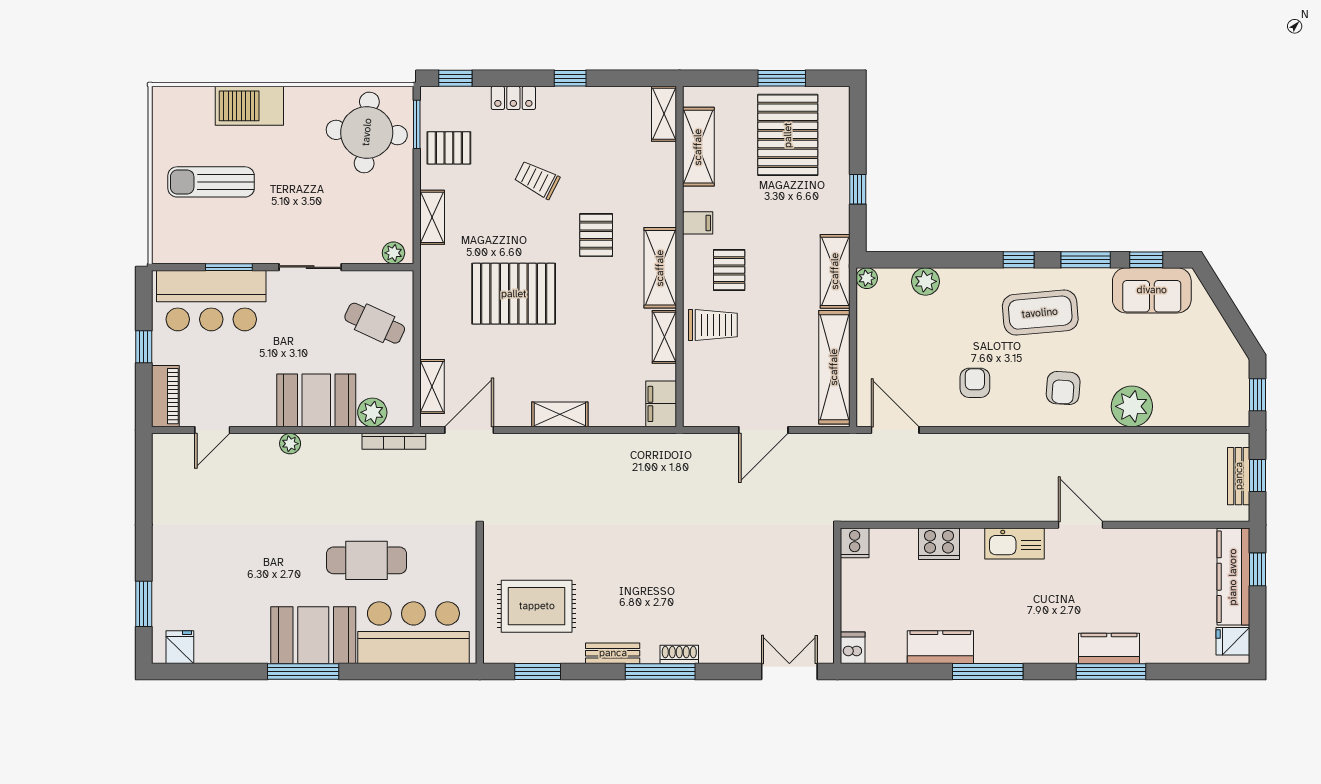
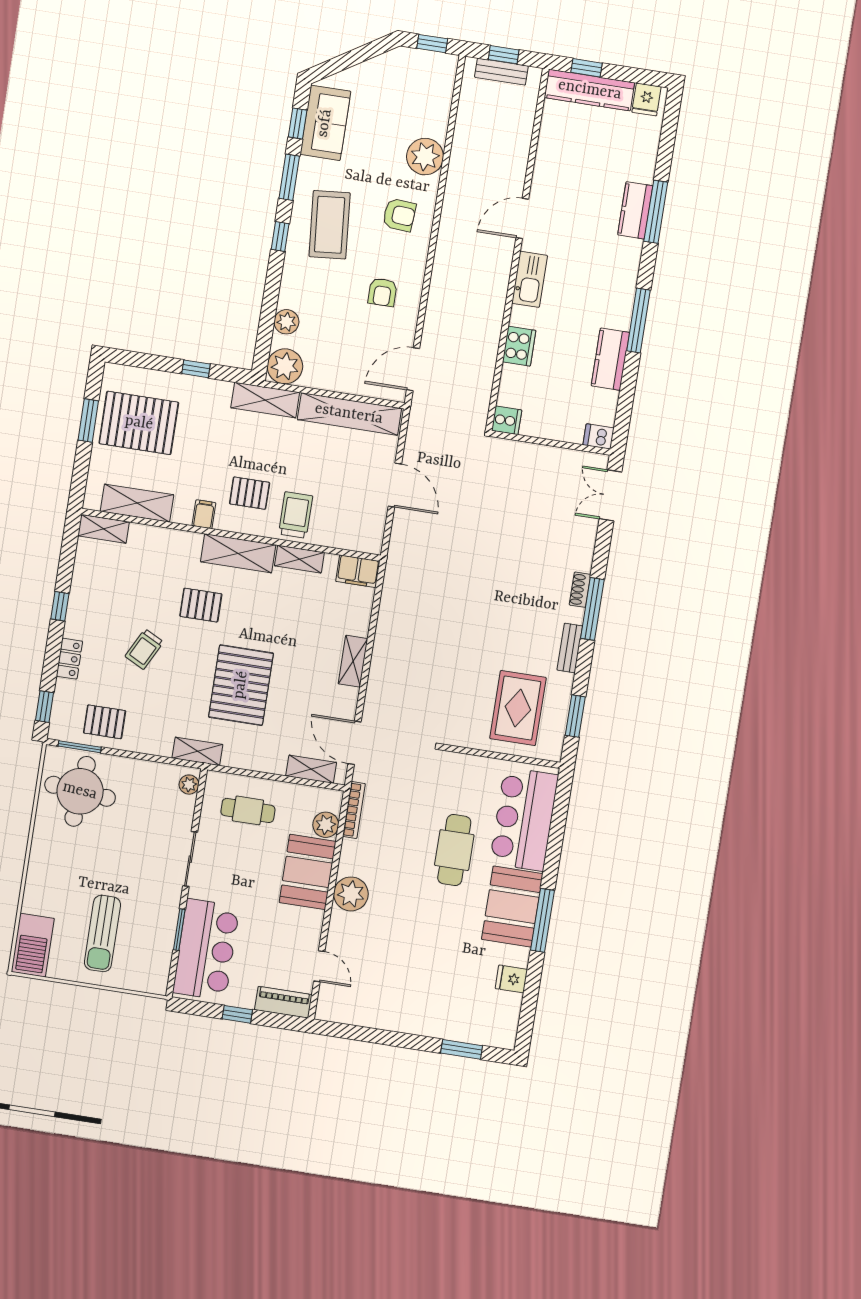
barbecue: (249, 106) -> (33, 945), moved
pallet: (449, 148) -> (105, 722), turned 90
shelving: (432, 217) -> (197, 751), moved
plant: (867, 278) -> (285, 366), width x1.87, depth x1.87
cafe table: (375, 323) -> (248, 810), turned 65
armchair: (975, 383) -> (382, 292), turned -90
plant: (290, 444) -> (351, 894), width x1.88, depth x1.88
fridge: (180, 647) -> (511, 979), moved

